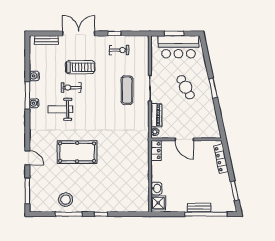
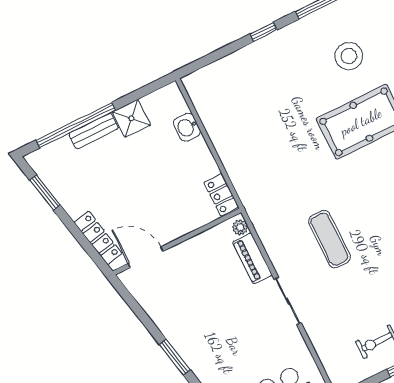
cafe table: (186, 87) -> (225, 334), removed
exercise mat: (127, 90) -> (329, 239), moved
door: (184, 139) -> (146, 257), moved
stool: (66, 200) -> (349, 56), moved
shower: (158, 203) -> (131, 118), moved

